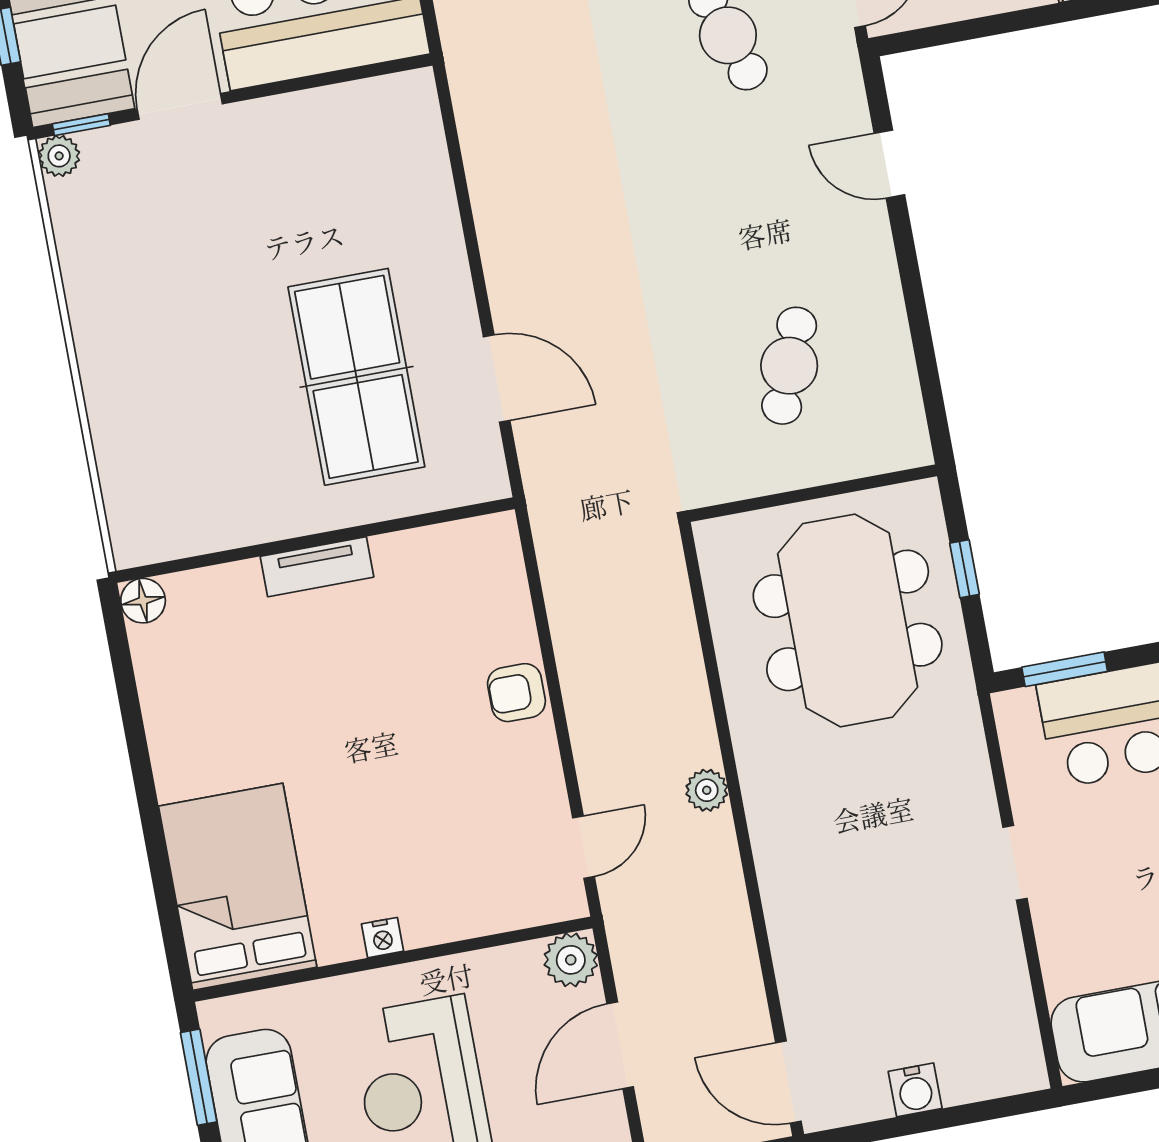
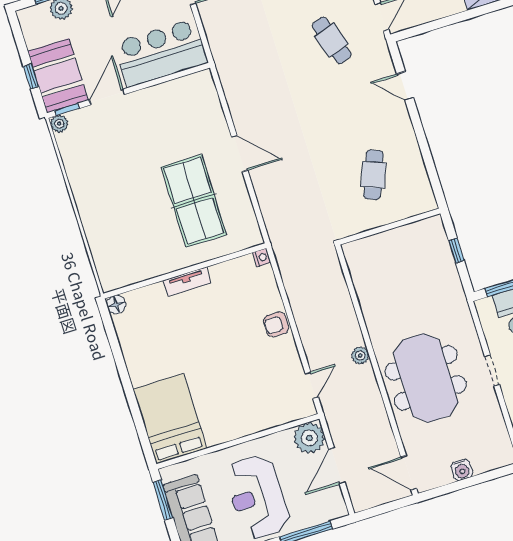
door: (497, 379) -> (240, 154), moved
meeting table: (848, 620) -> (426, 378), moved
nightstand: (382, 938) -> (262, 257), moved, turned -90
plant: (571, 960) -> (309, 438), width x1.36, depth x1.36

